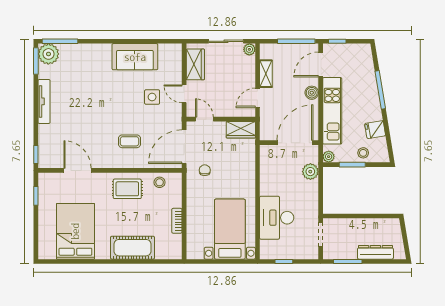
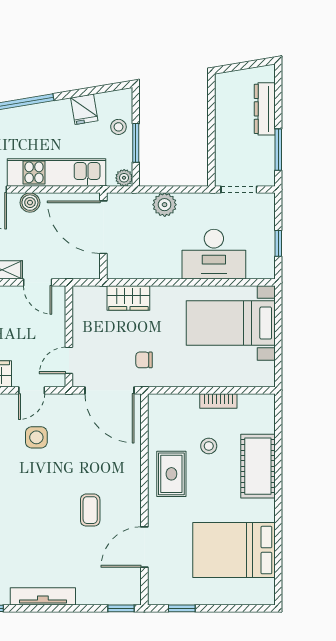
wardrobe: (241, 130) -> (128, 298), moved, turned 90
coffee table: (129, 141) -> (90, 510), moved
plant: (310, 172) -> (165, 205), moved
stool: (160, 182) -> (209, 446), moved

